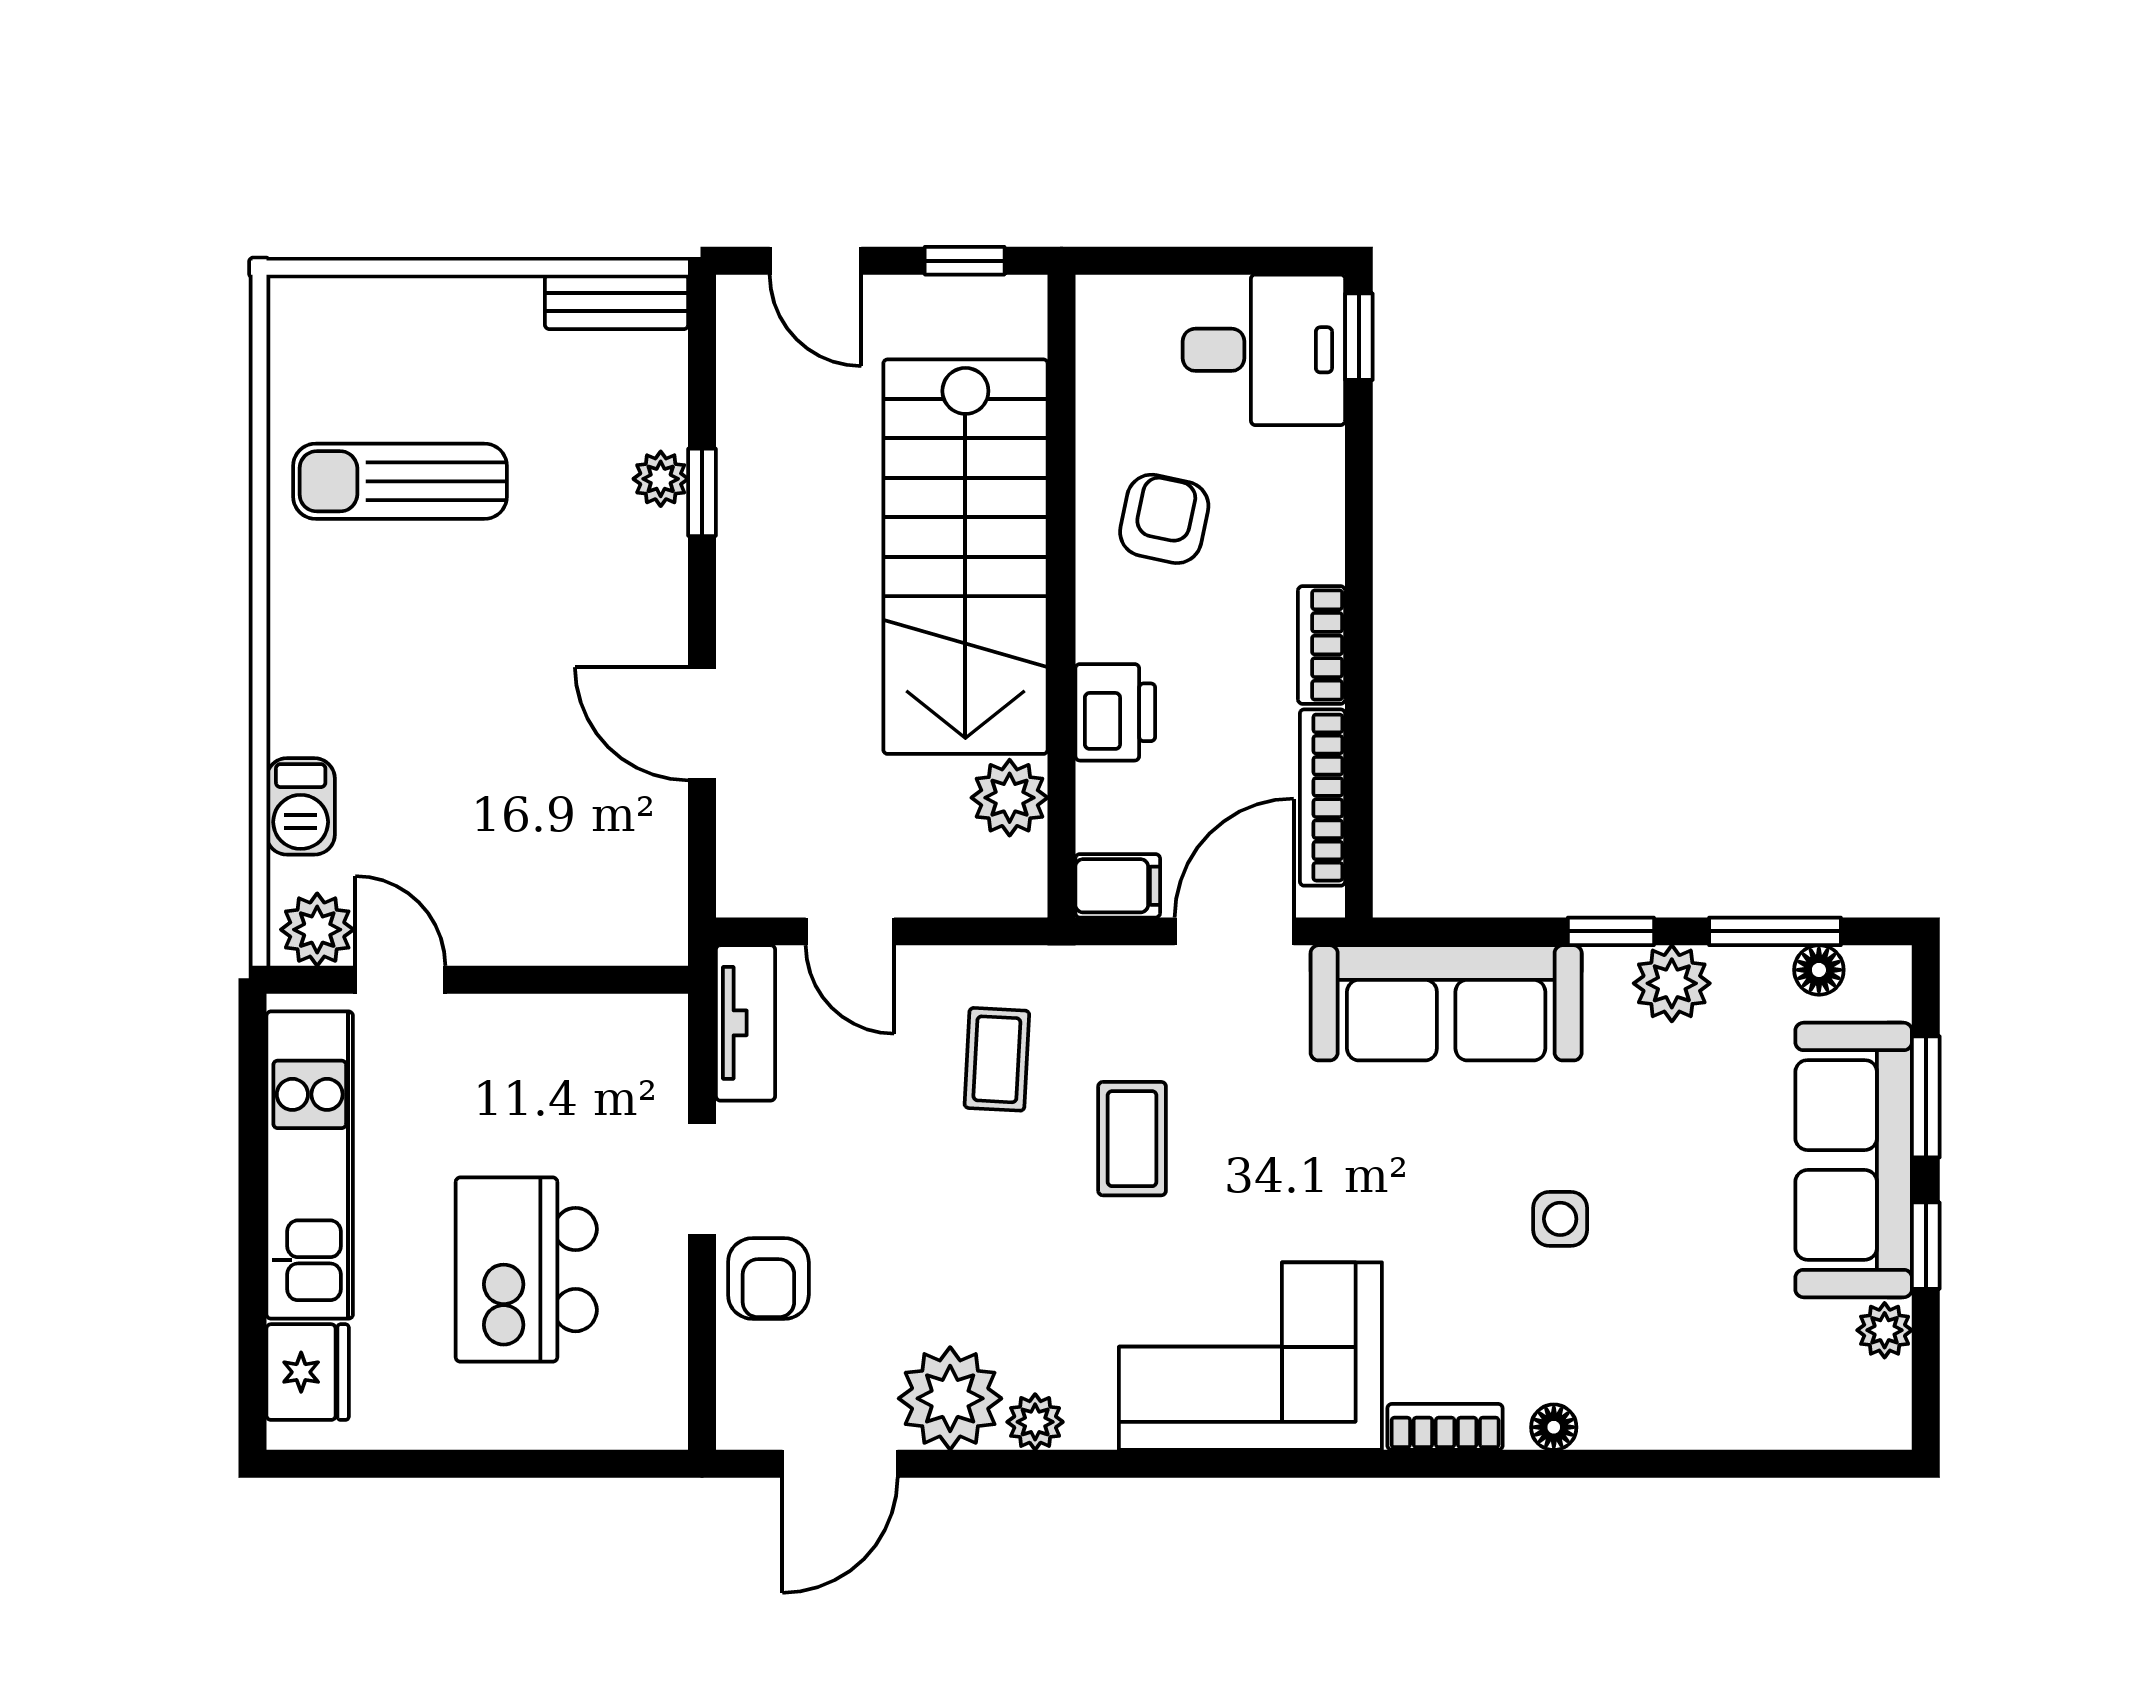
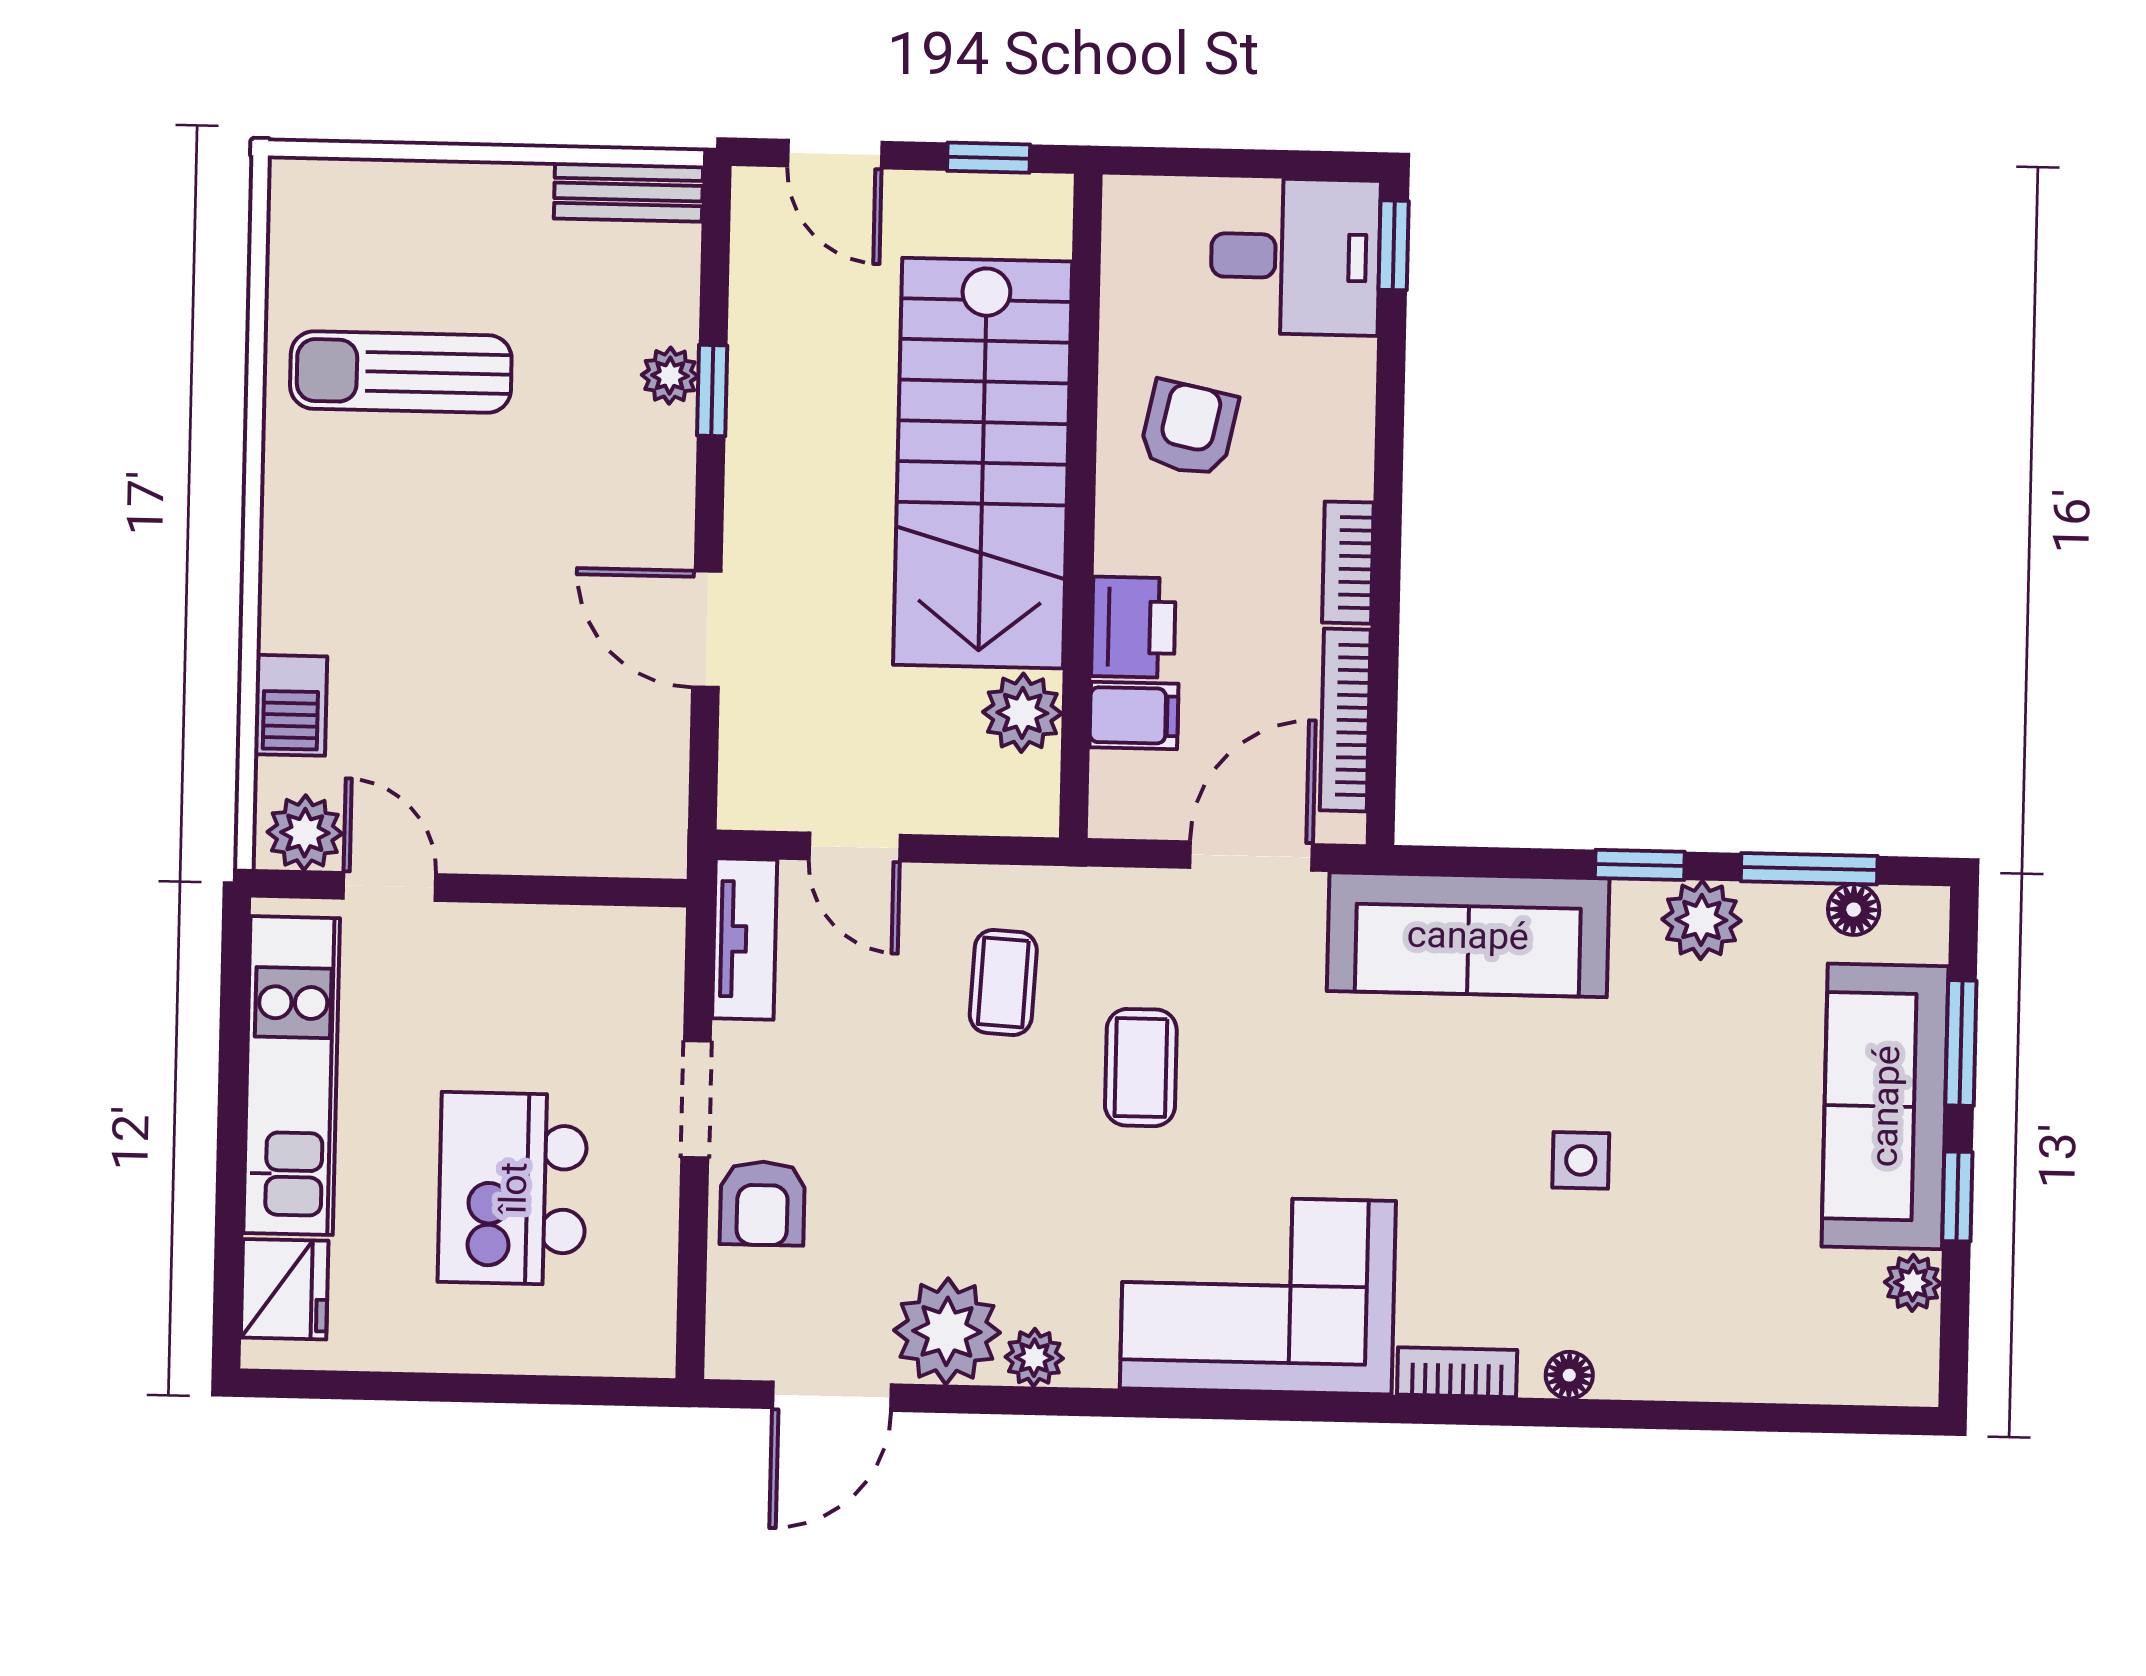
filing cabinet: (1118, 886) -> (1134, 715), moved

